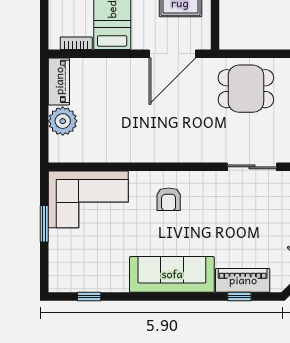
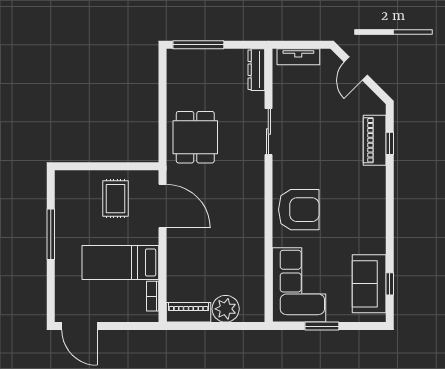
armchair: (169, 199) -> (299, 210), width x1.88, depth x1.88
sofa: (172, 274) -> (369, 284), moved, width x0.73

